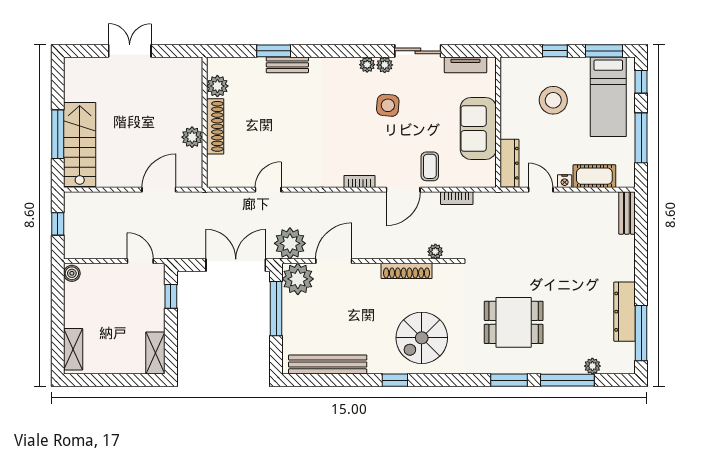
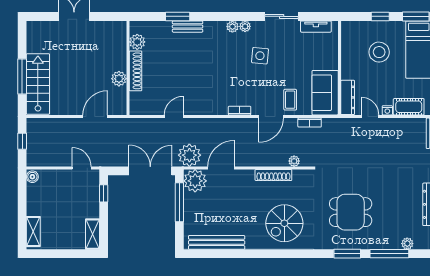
plant: (385, 65) -> (232, 27), moved
sofa: (478, 128) -> (325, 93), moved
window: (395, 380) -> (265, 254), removed

